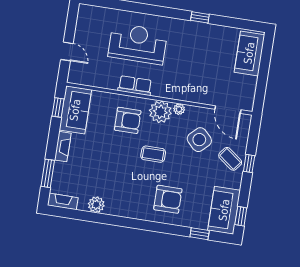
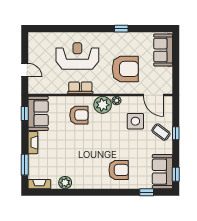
armchair: (197, 70) -> (125, 69), added
side table: (199, 140) -> (135, 121), turned 45
coffee table: (153, 154) -> (102, 138), removed

